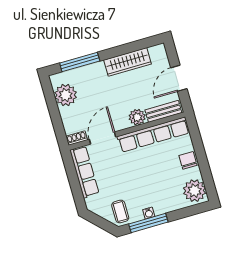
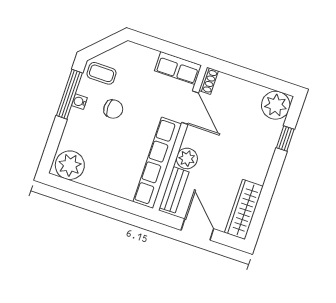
window: (80, 62) -> (285, 139), width x0.46
wardrobe: (127, 62) -> (244, 209), moved
plant: (66, 95) -> (276, 105), moved
chair: (188, 160) -> (113, 109), moved
row of seats: (84, 172) -> (178, 68), width x0.68

